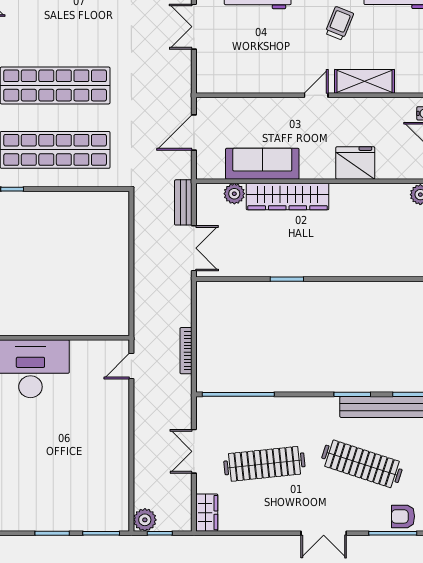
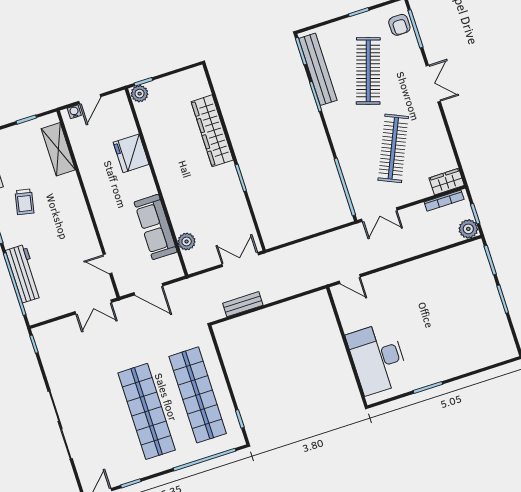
trolley: (339, 23) -> (24, 202), turned -100
double door: (194, 27) -> (93, 307), moved
shelving: (364, 81) -> (58, 149), moved
door: (316, 95) -> (108, 264), moved
wardrobe: (288, 197) -> (212, 131), moved, turned 180
bench: (183, 202) -> (243, 304), moved
bookcase: (186, 351) -> (444, 201), moved
double door: (194, 451) -> (379, 215), moved
clothes rail: (264, 464) -> (393, 148), turned 30

